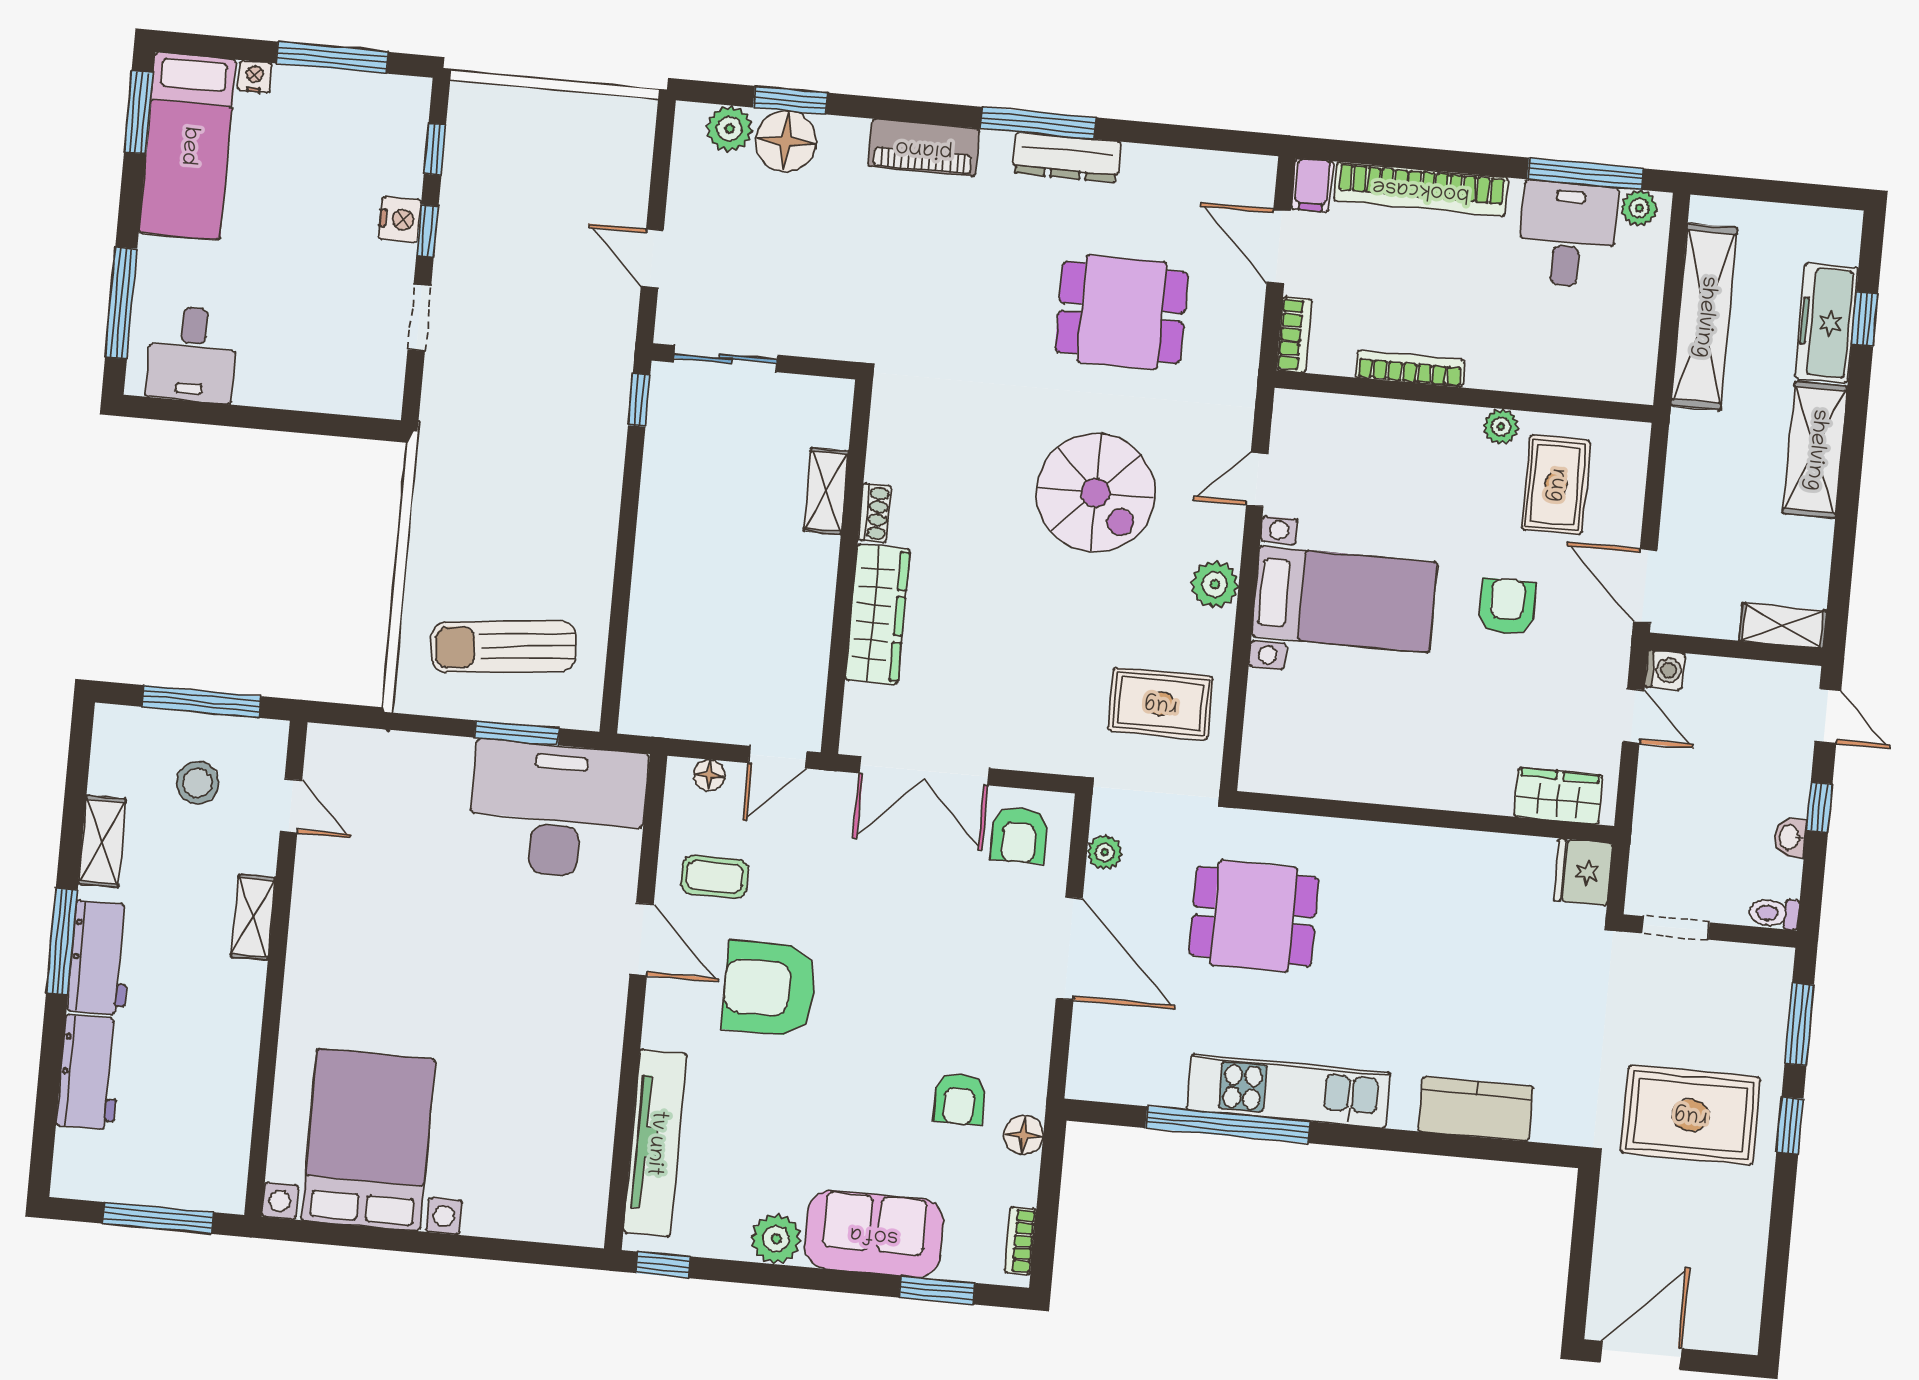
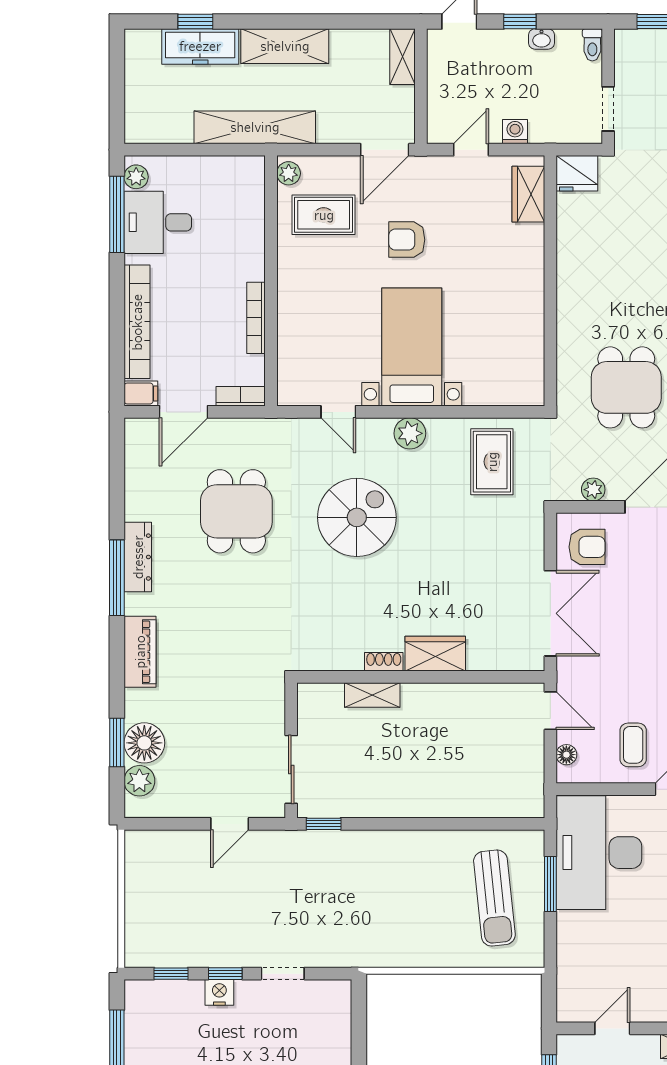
shelving: (1704, 317) -> (255, 127), moved
plant: (1501, 427) -> (289, 173), moved
wardrobe: (877, 614) -> (435, 654), width x0.67
washing machine: (1665, 670) -> (515, 132), moved

